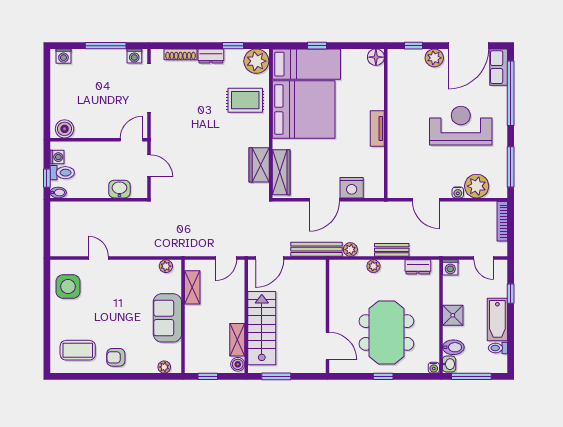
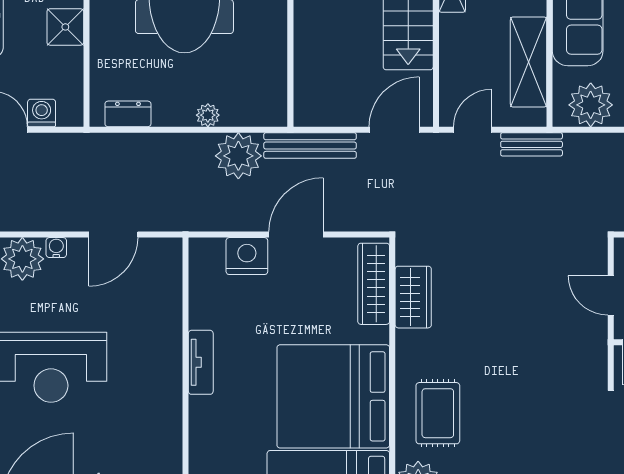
rug: (245, 100) -> (438, 413), turned 90
door: (426, 200) -> (113, 235), swing flipped
plant: (350, 250) -> (238, 156), width x1.87, depth x1.87
bench: (392, 250) -> (532, 144), moved
plant: (166, 266) -> (591, 105), width x1.87, depth x1.87
washing machine: (450, 267) -> (42, 113), moved
shelving: (192, 287) -> (529, 62), width x1.50, depth x1.33

